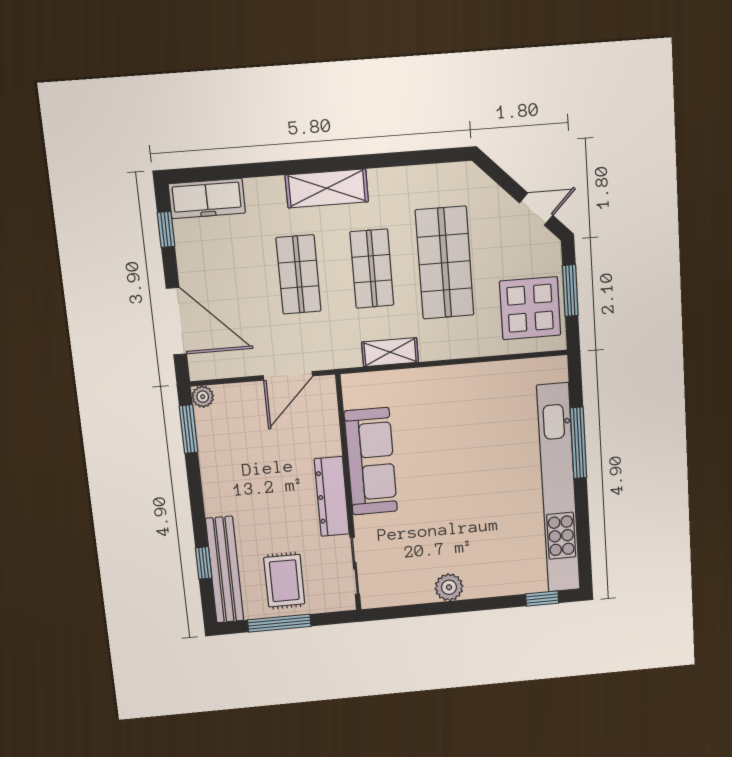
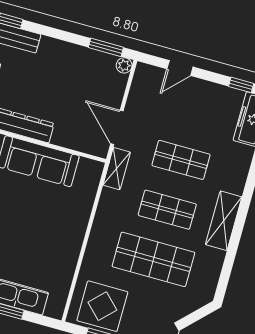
shelving: (327, 188) -> (224, 221), moved
door: (176, 321) -> (180, 68), width x0.53
shelving: (390, 352) -> (117, 169), moved

